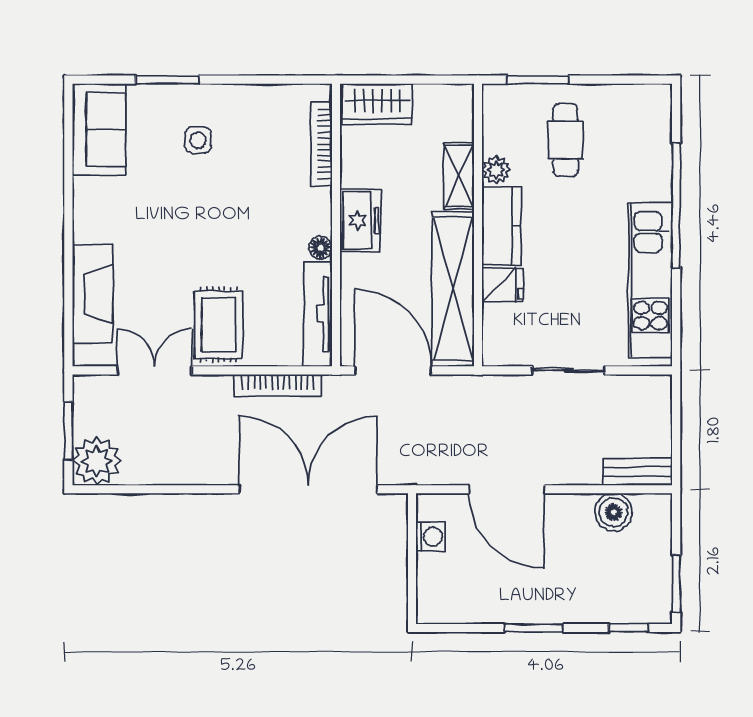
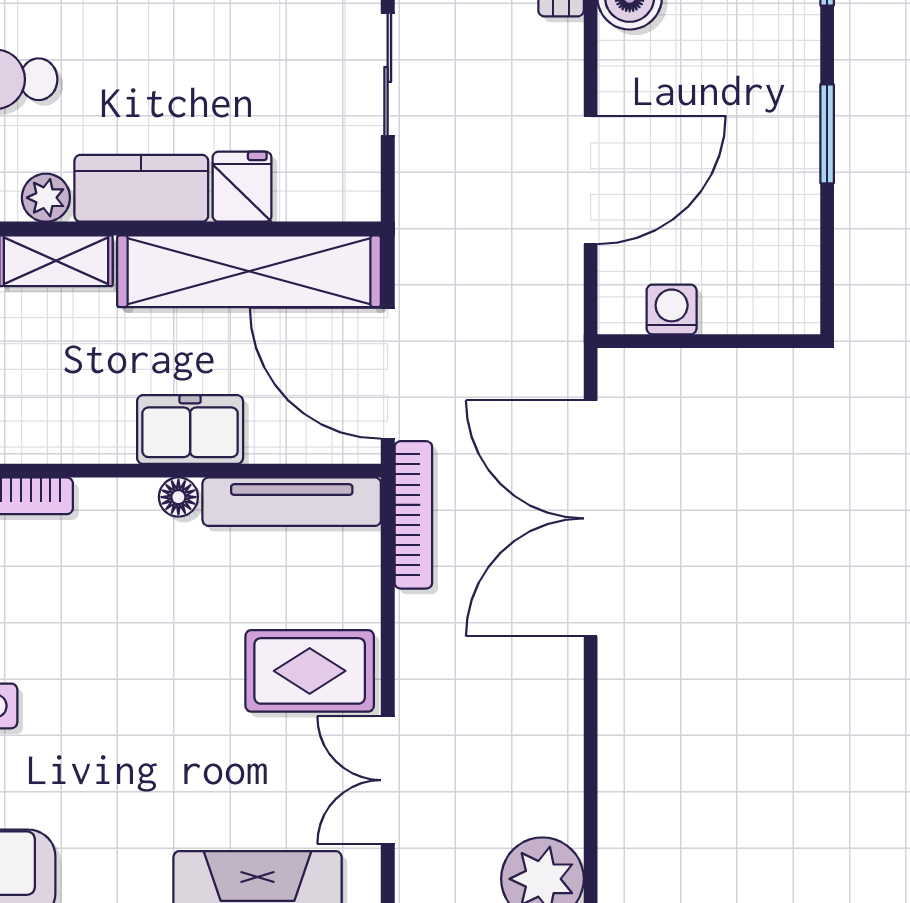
freezer: (360, 220) -> (190, 430), moved
door: (393, 370) -> (388, 373), hinge flipped
bookcase: (278, 385) -> (413, 515), moved

